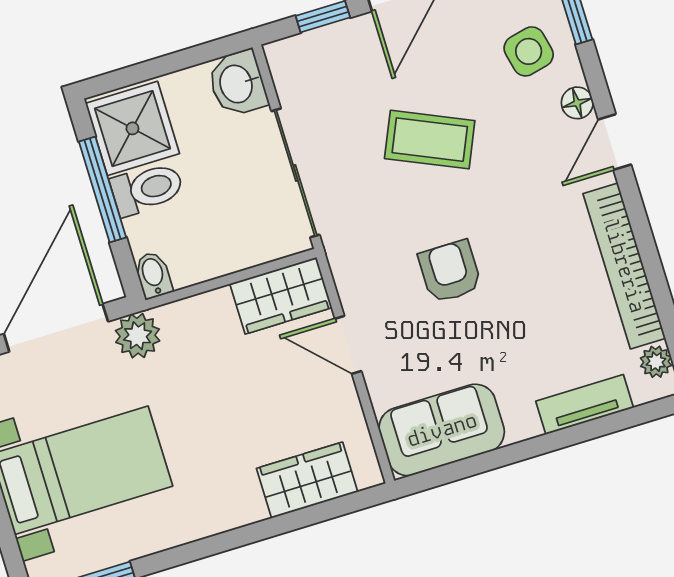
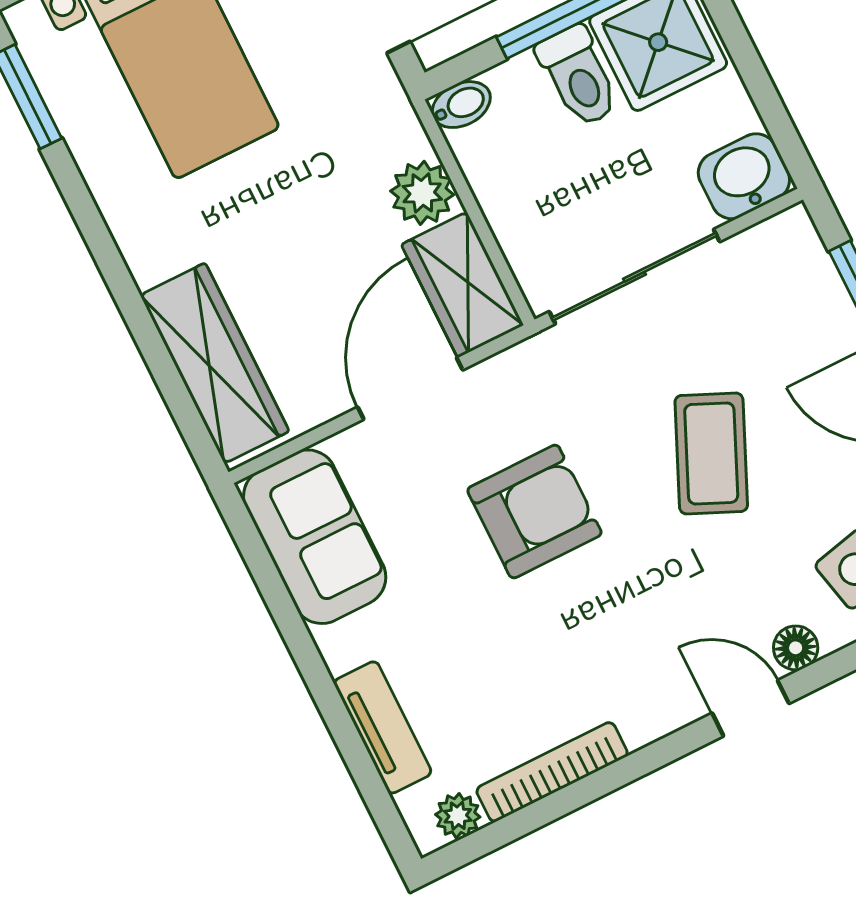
bookcase: (624, 266) -> (552, 772), width x0.68, depth x0.76
armchair: (450, 272) -> (534, 512), width x1.38, depth x1.38
plant: (138, 336) -> (422, 193), moved
door: (348, 345) -> (410, 388), width x1.38
wardrobe: (307, 480) -> (215, 363), width x1.50

